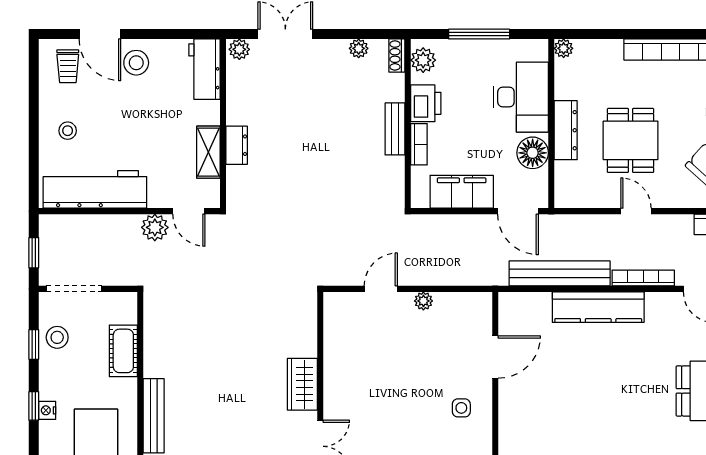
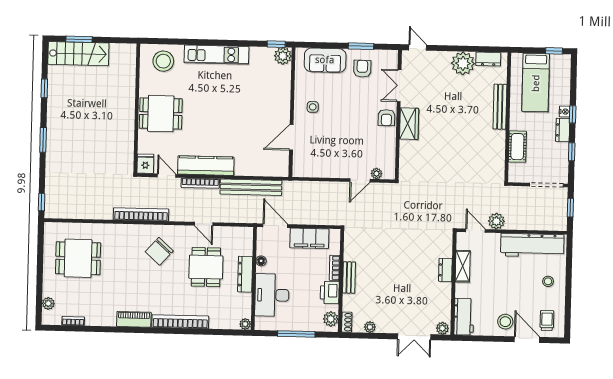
floor lamp: (533, 153) -> (261, 261), width x0.53, depth x0.53
plant: (423, 301) -> (376, 174), moved
kitchen counter: (598, 307) -> (206, 166), moved
stool: (57, 337) -> (557, 156), removed
dresser: (50, 380) -> (563, 130), added
armchair: (340, 393) -> (386, 118), added

